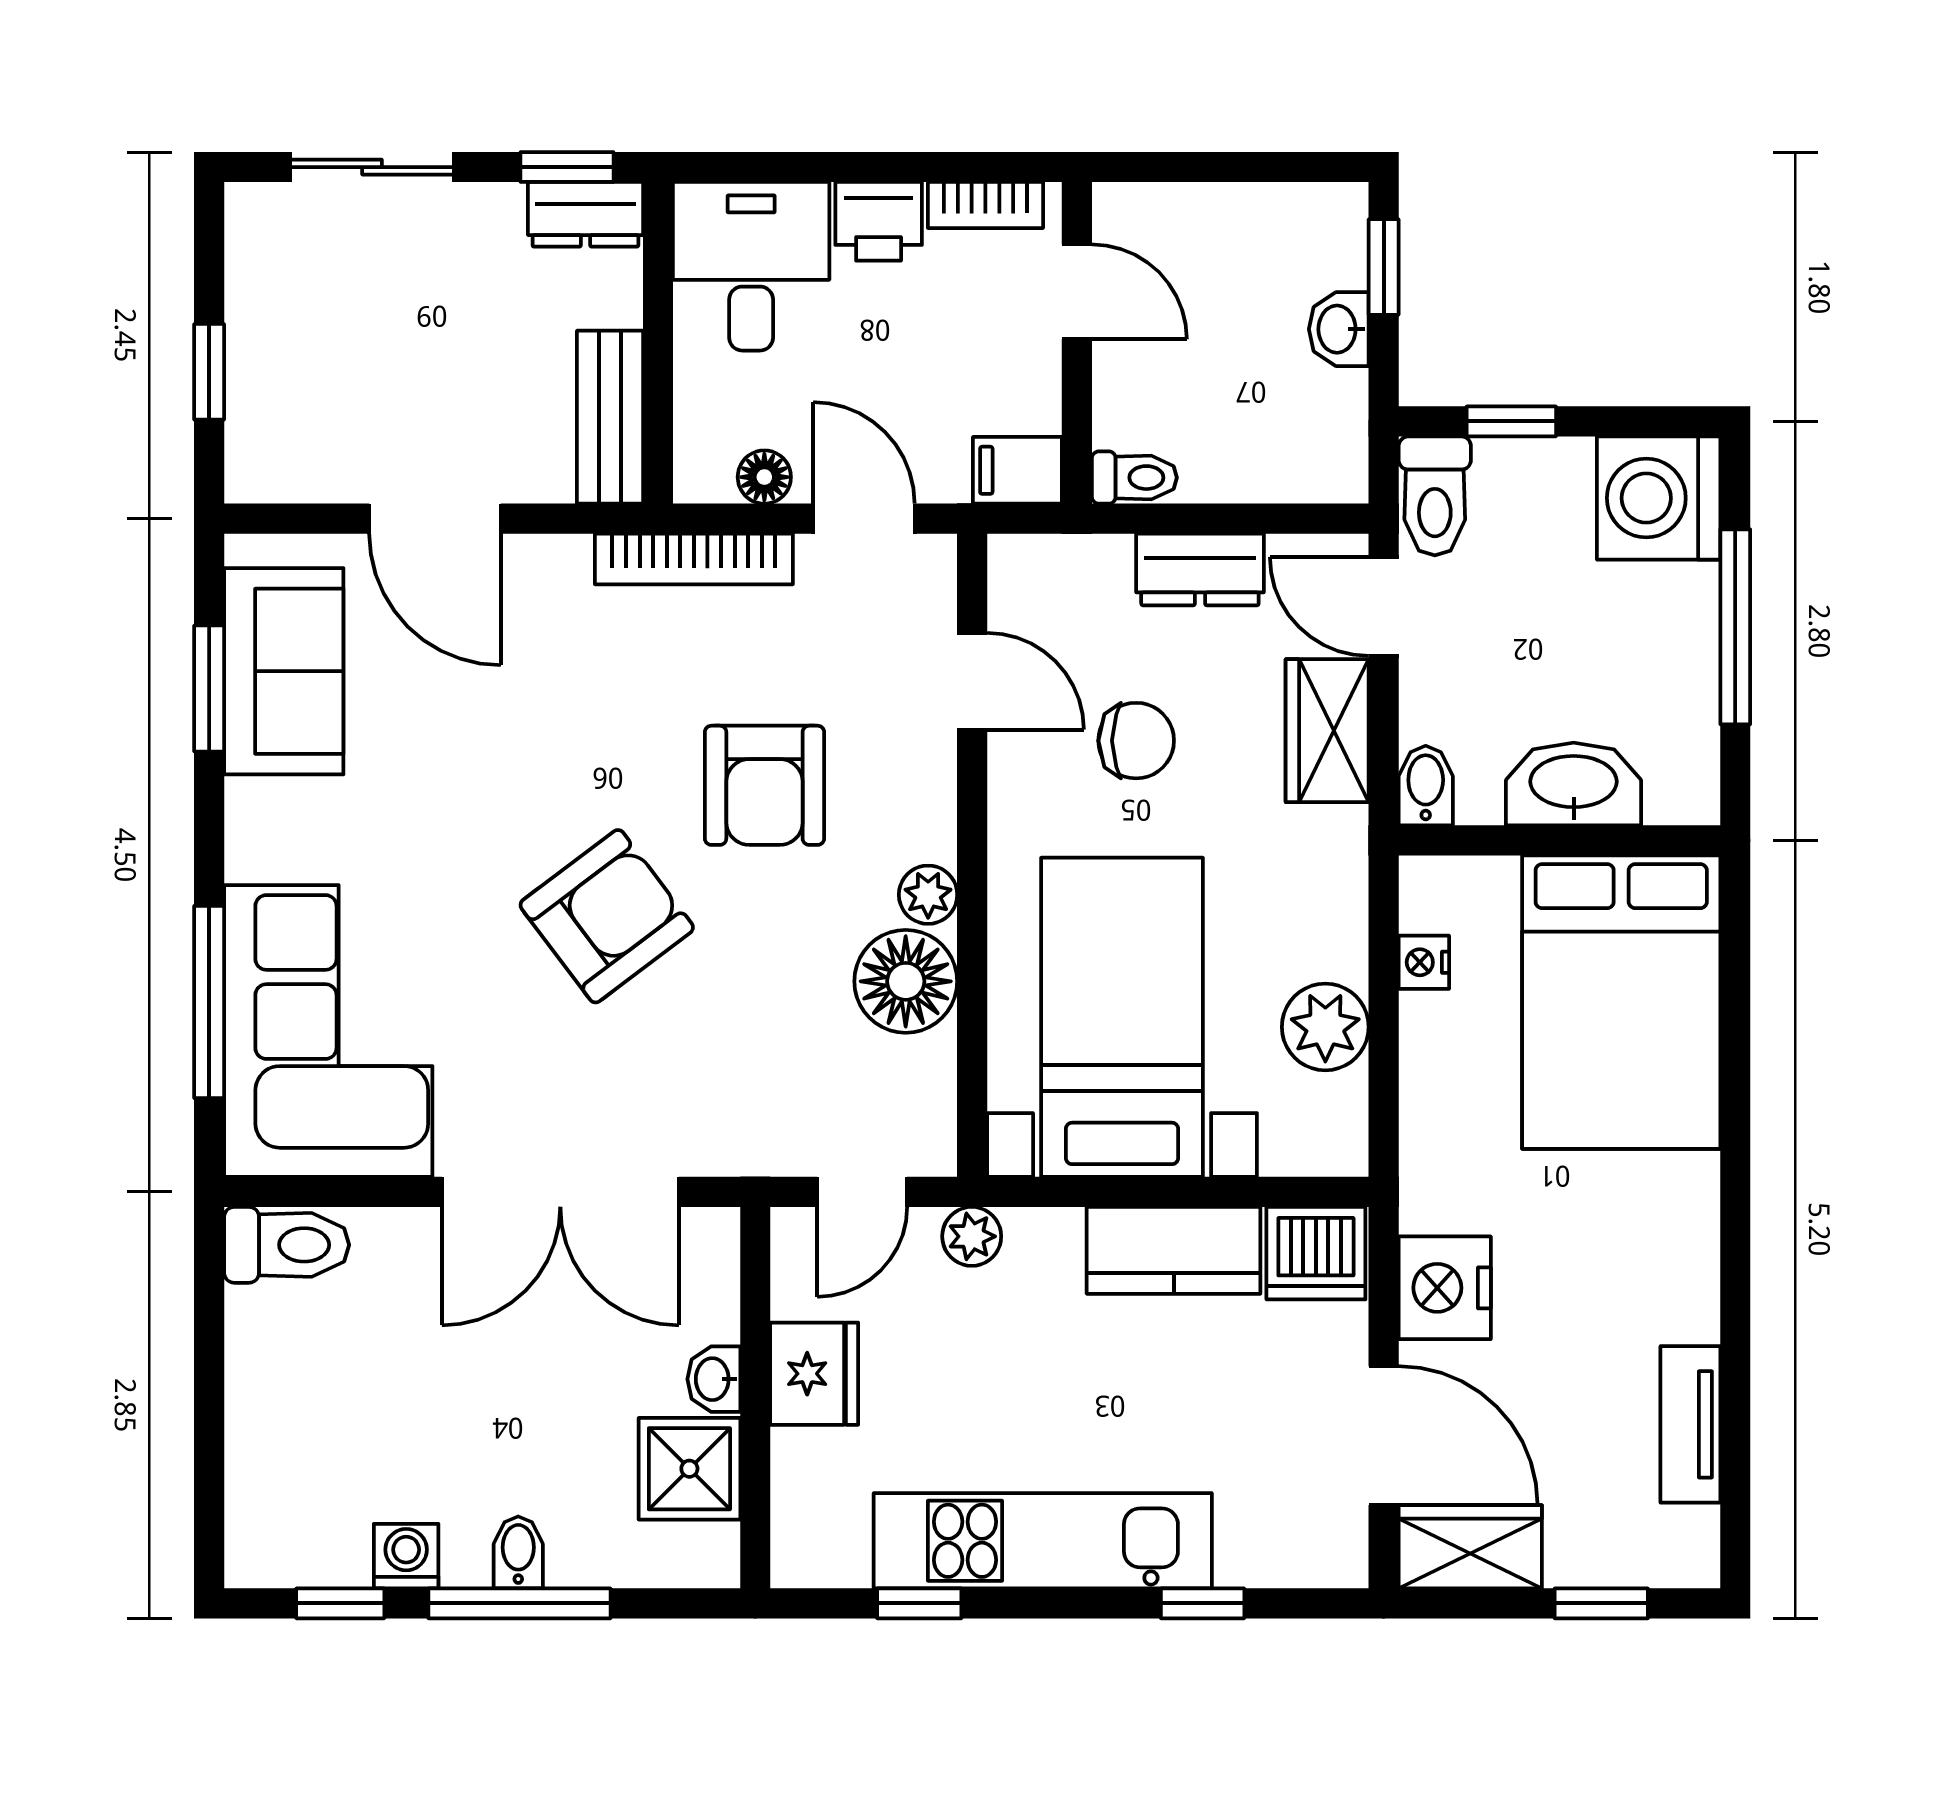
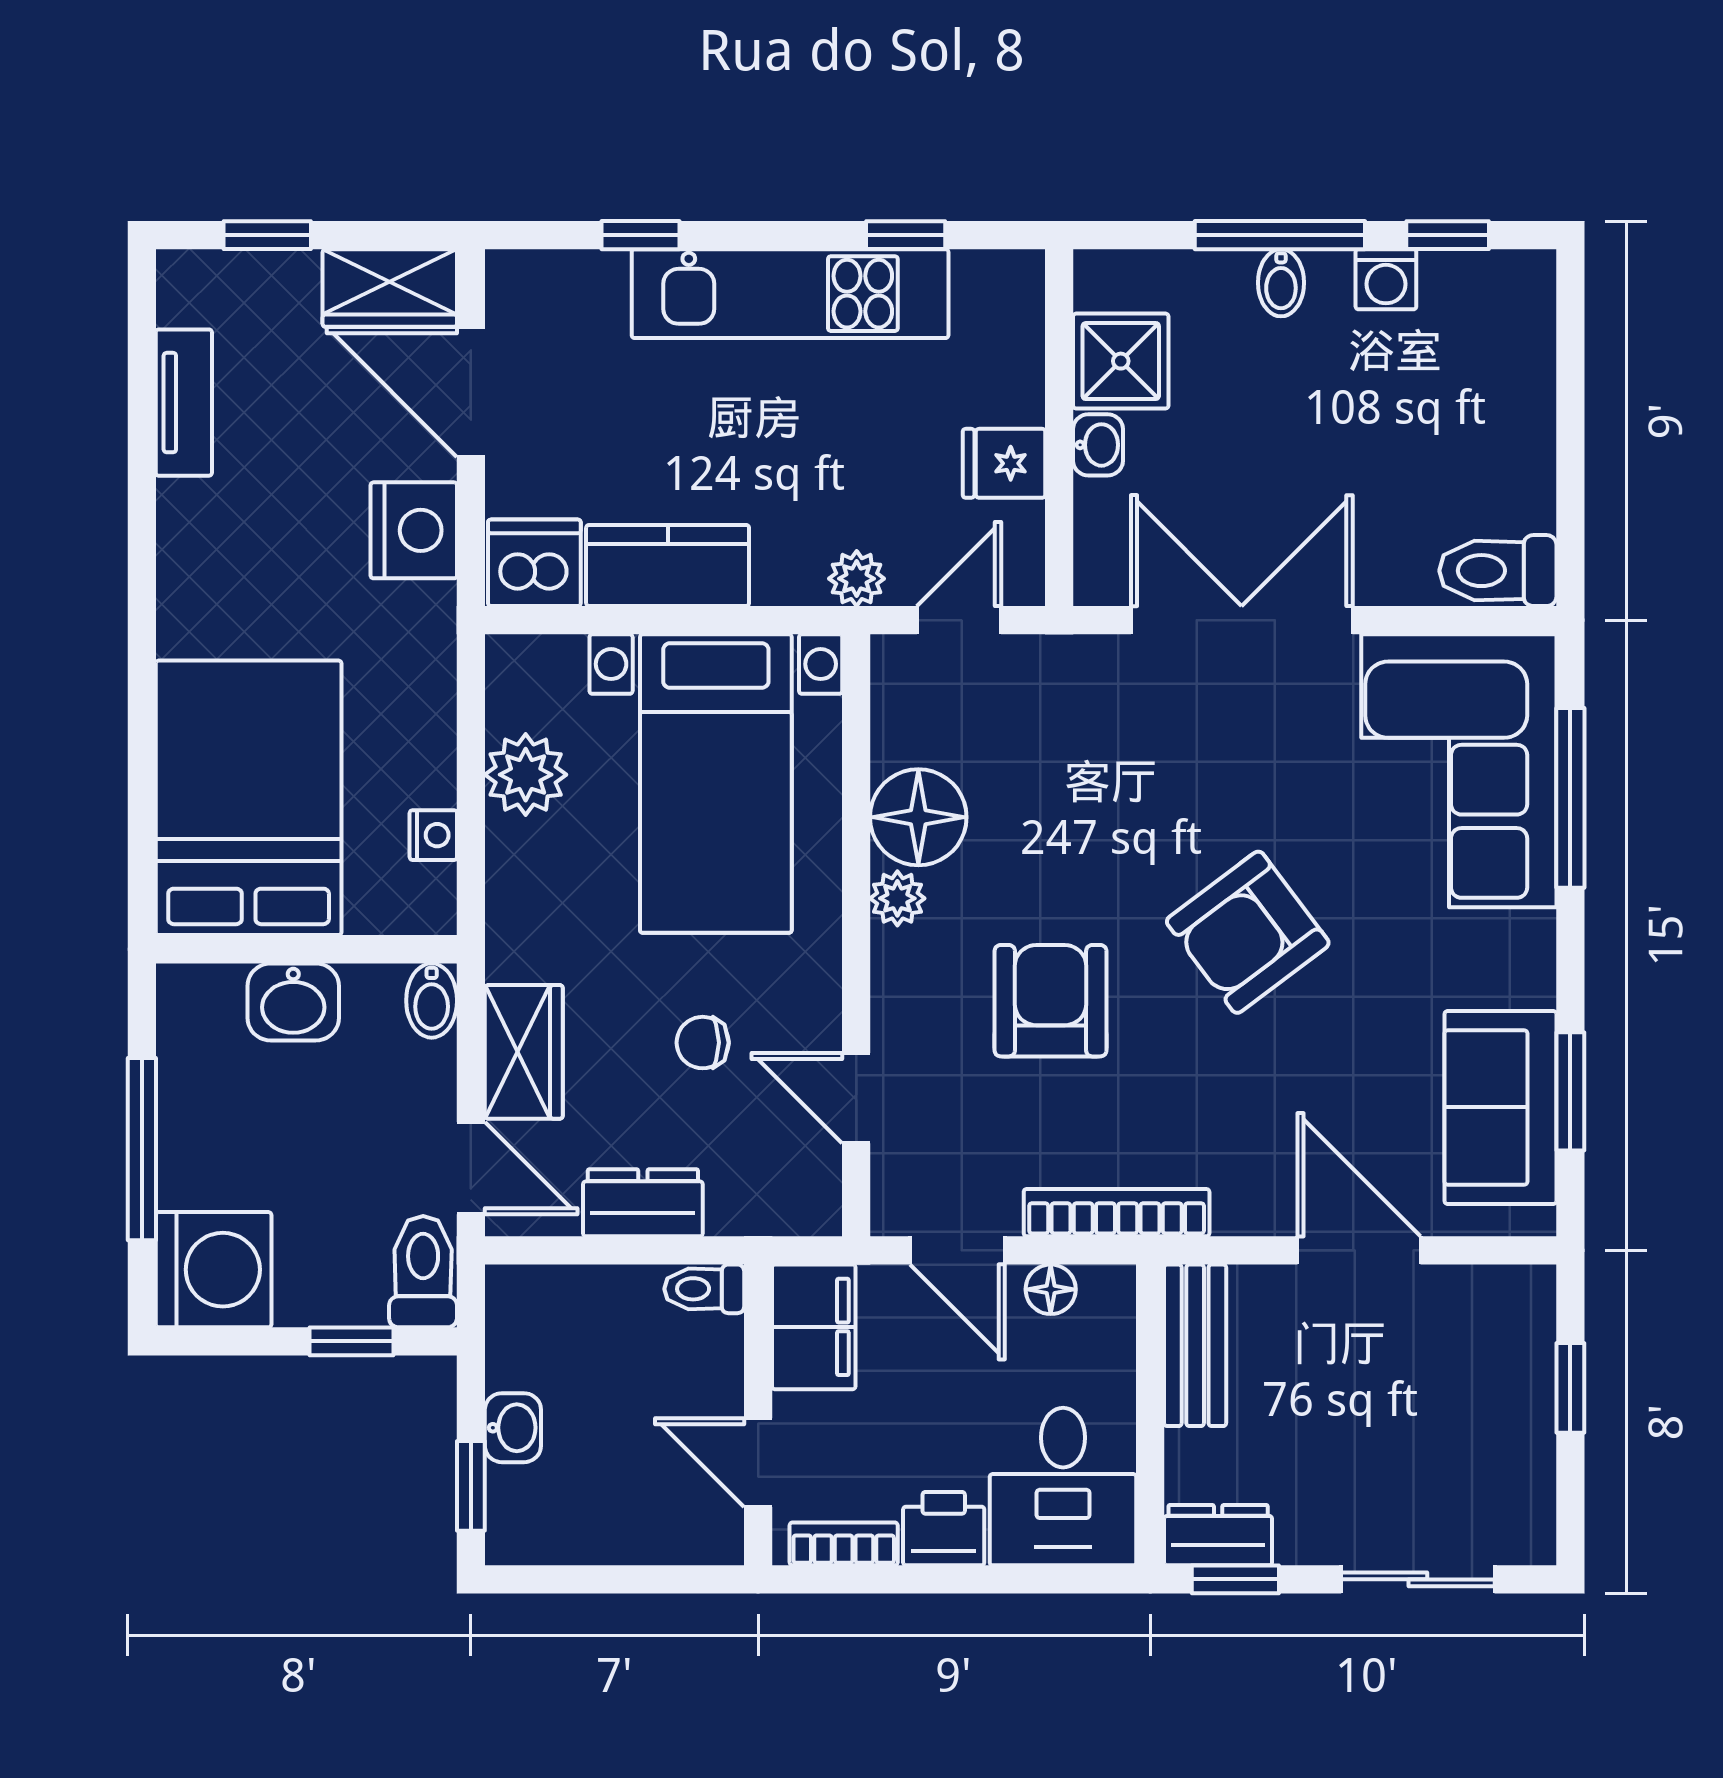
filing cabinet: (1017, 470) -> (814, 1327), width x2.00
chair: (1136, 741) -> (703, 1043), width x0.73, depth x0.73
washbasin: (1574, 784) -> (293, 1002), width x0.72
armchair: (607, 916) -> (1248, 932), moved
fridge: (814, 1374) -> (1004, 463), width x0.72

